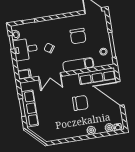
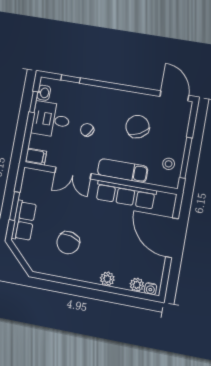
chair: (78, 36) -> (137, 127), turned 152
row of seats: (97, 76) -> (126, 195), moved
chair: (80, 103) -> (68, 243), moved, turned 104
row of seats: (30, 109) -> (24, 221), width x0.68

